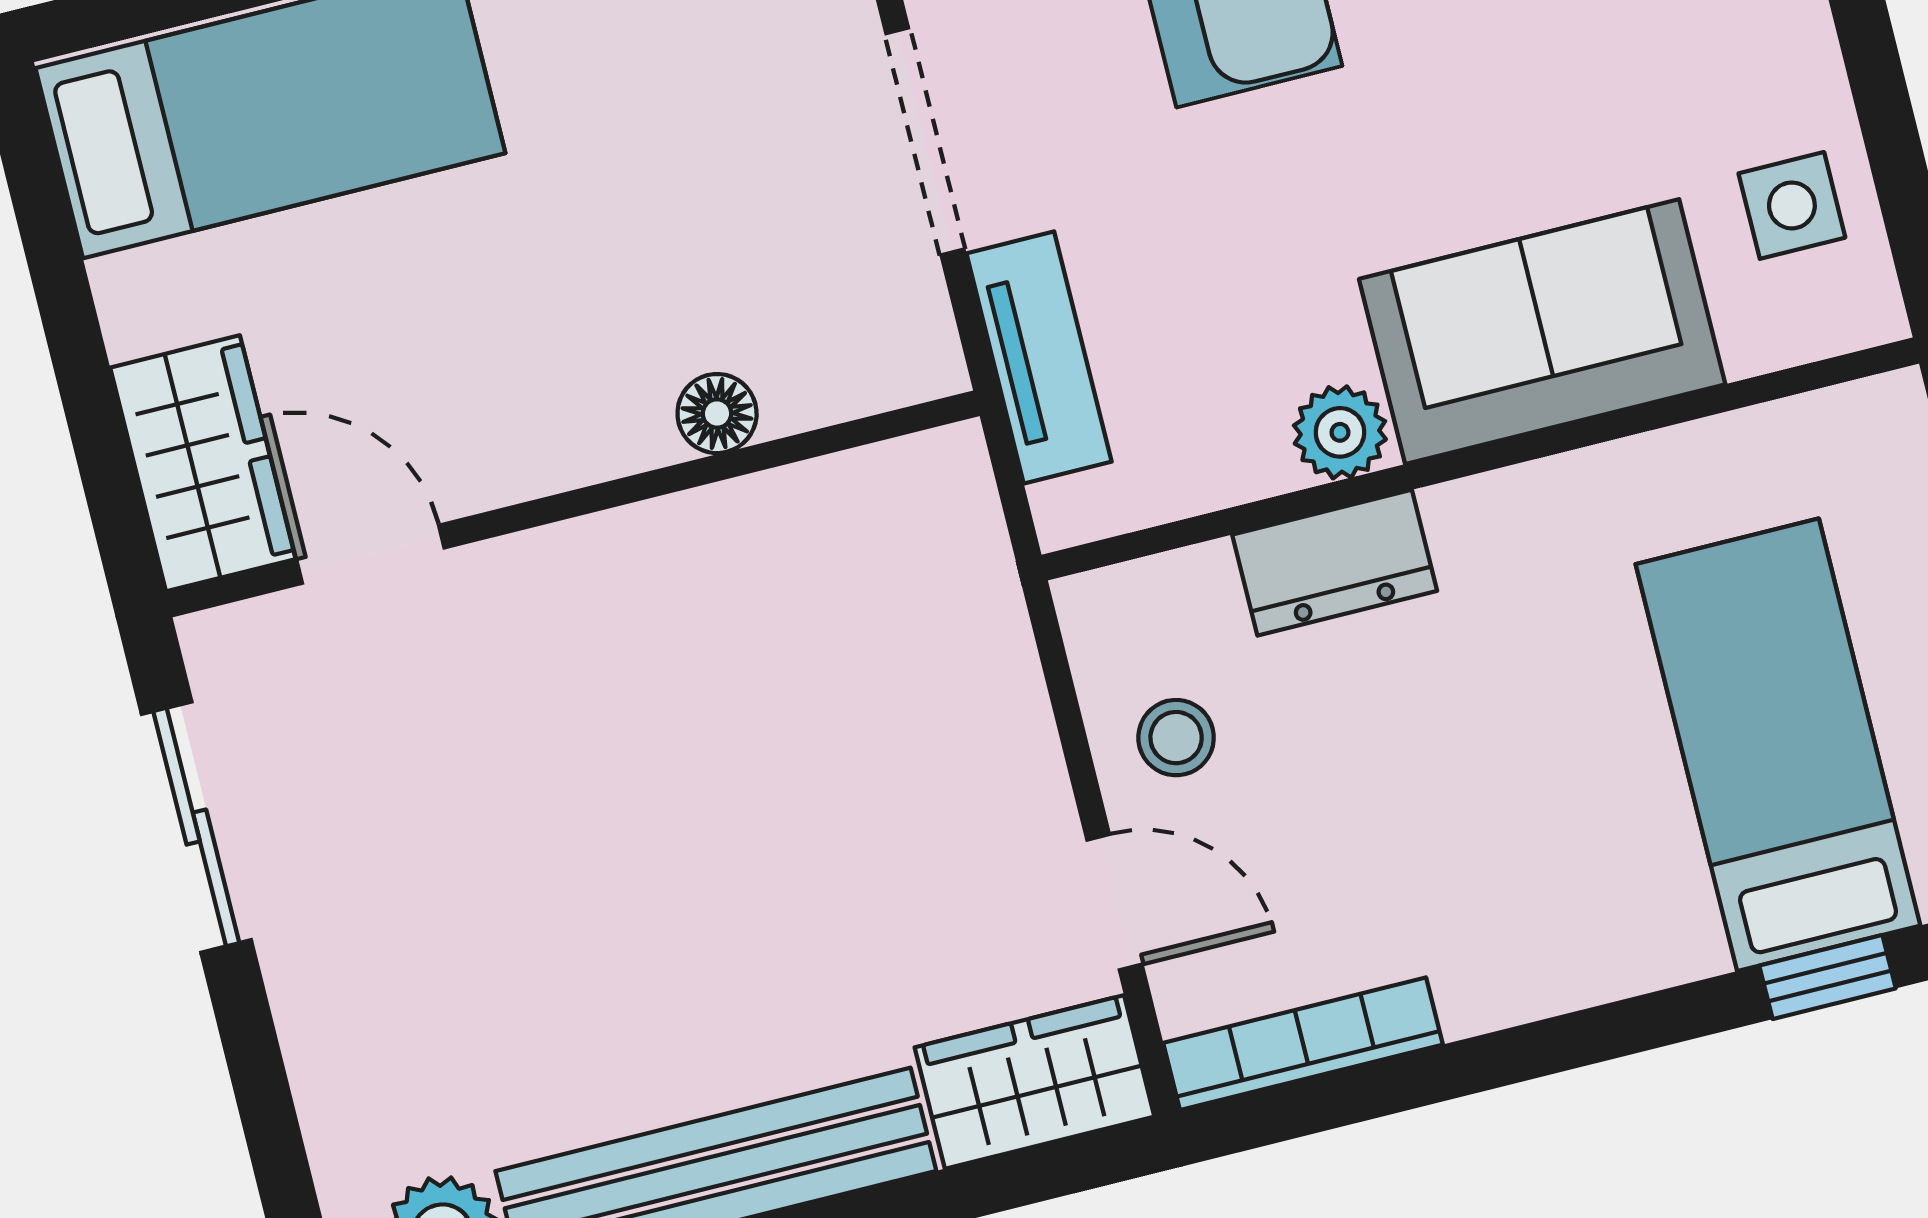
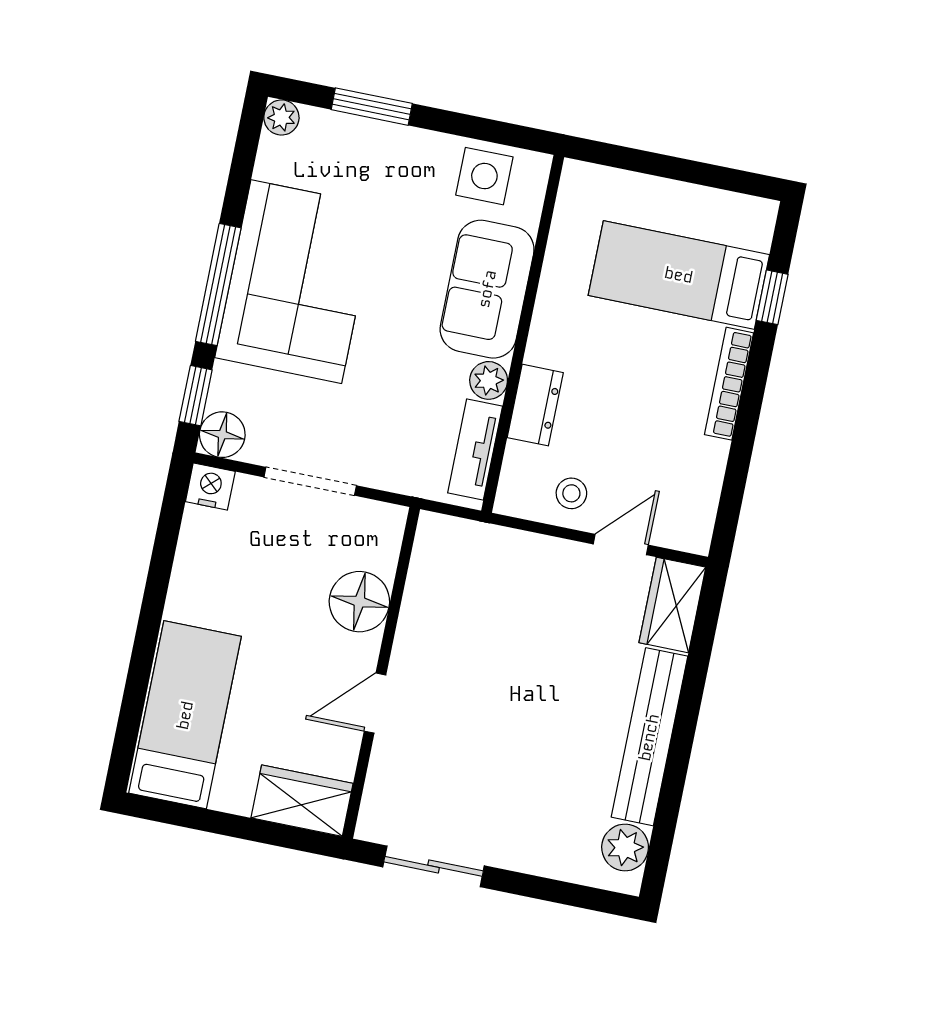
side table: (1792, 205) -> (484, 176), width x1.37, depth x1.37
tv unit: (1039, 357) -> (475, 450), moved, turned -90
floor lamp: (717, 414) -> (359, 602), width x1.89, depth x1.89
door: (370, 554) -> (375, 703), moved
bookcase: (1303, 1044) -> (729, 384), moved

